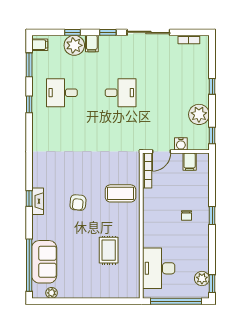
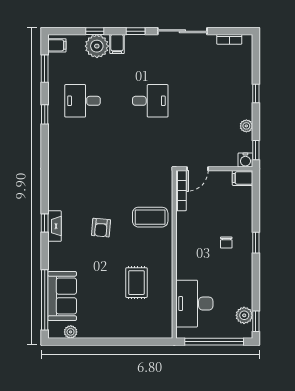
plant: (199, 114) -> (246, 126), width x0.53, depth x0.53
water cooler: (181, 144) -> (245, 160), moved
filing cabinet: (190, 162) -> (243, 178), moved, turned 90

